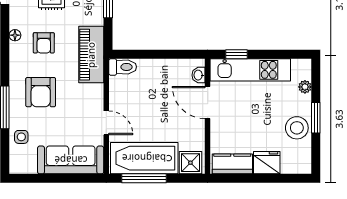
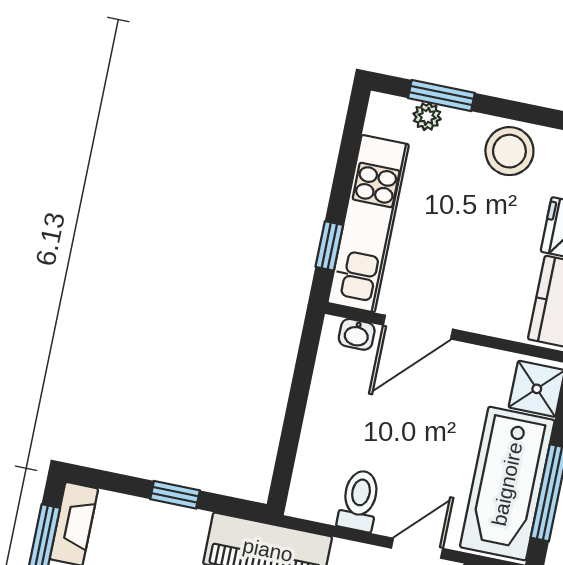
toilet: (123, 67) -> (359, 500), moved
window: (316, 118) -> (441, 96), moved

